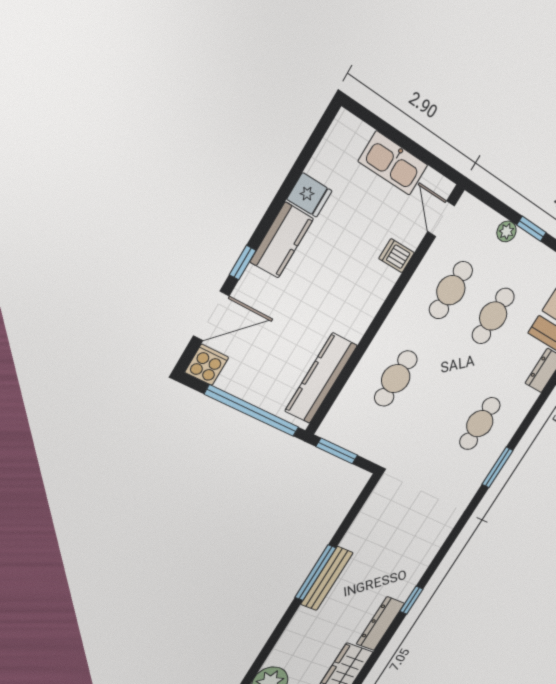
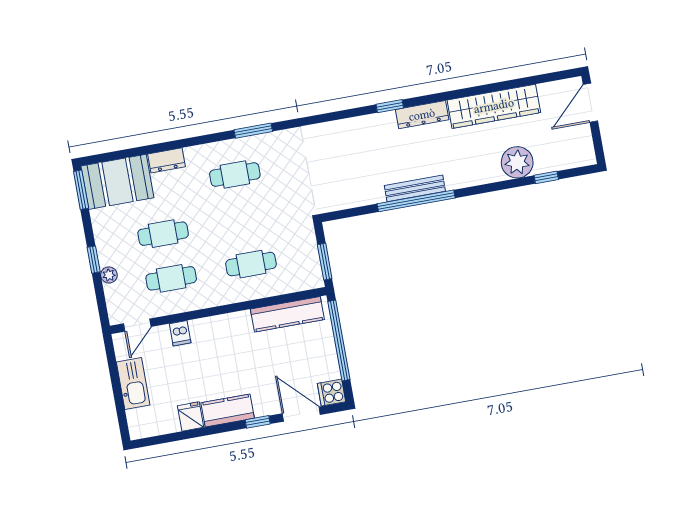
window: (315, 573) -> (416, 201), width x1.46

